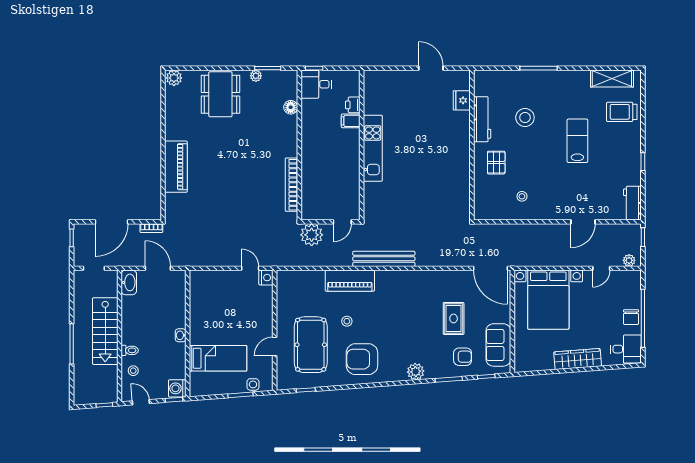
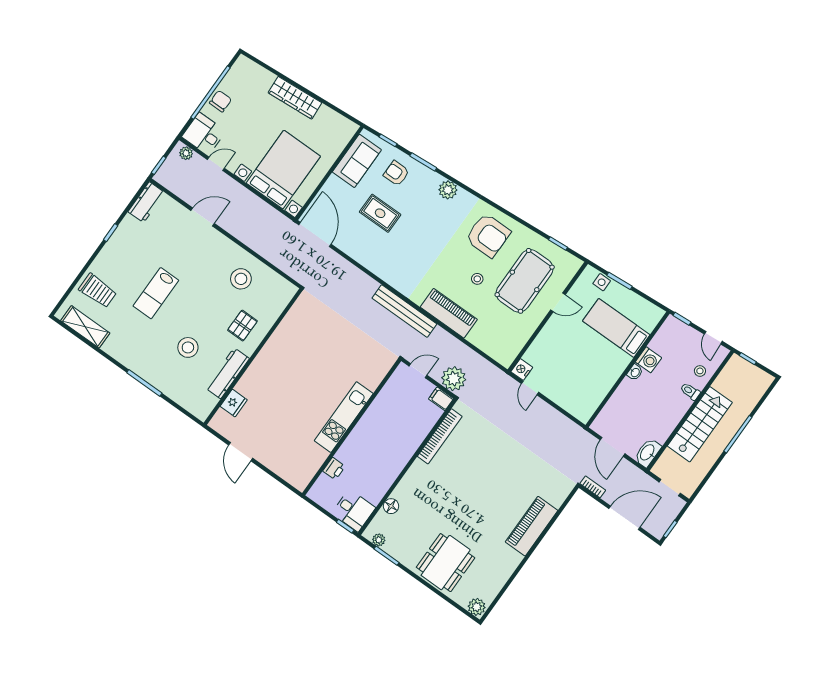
plant: (256, 76) -> (379, 540), moved
filing cabinet: (351, 121) -> (441, 399), moved, turned 180
stool: (522, 196) -> (241, 279), width x1.89, depth x1.89
rug: (454, 318) -> (380, 213), turned 90
desk: (626, 349) -> (204, 134), moved
washing machine: (177, 388) -> (648, 360), moved

